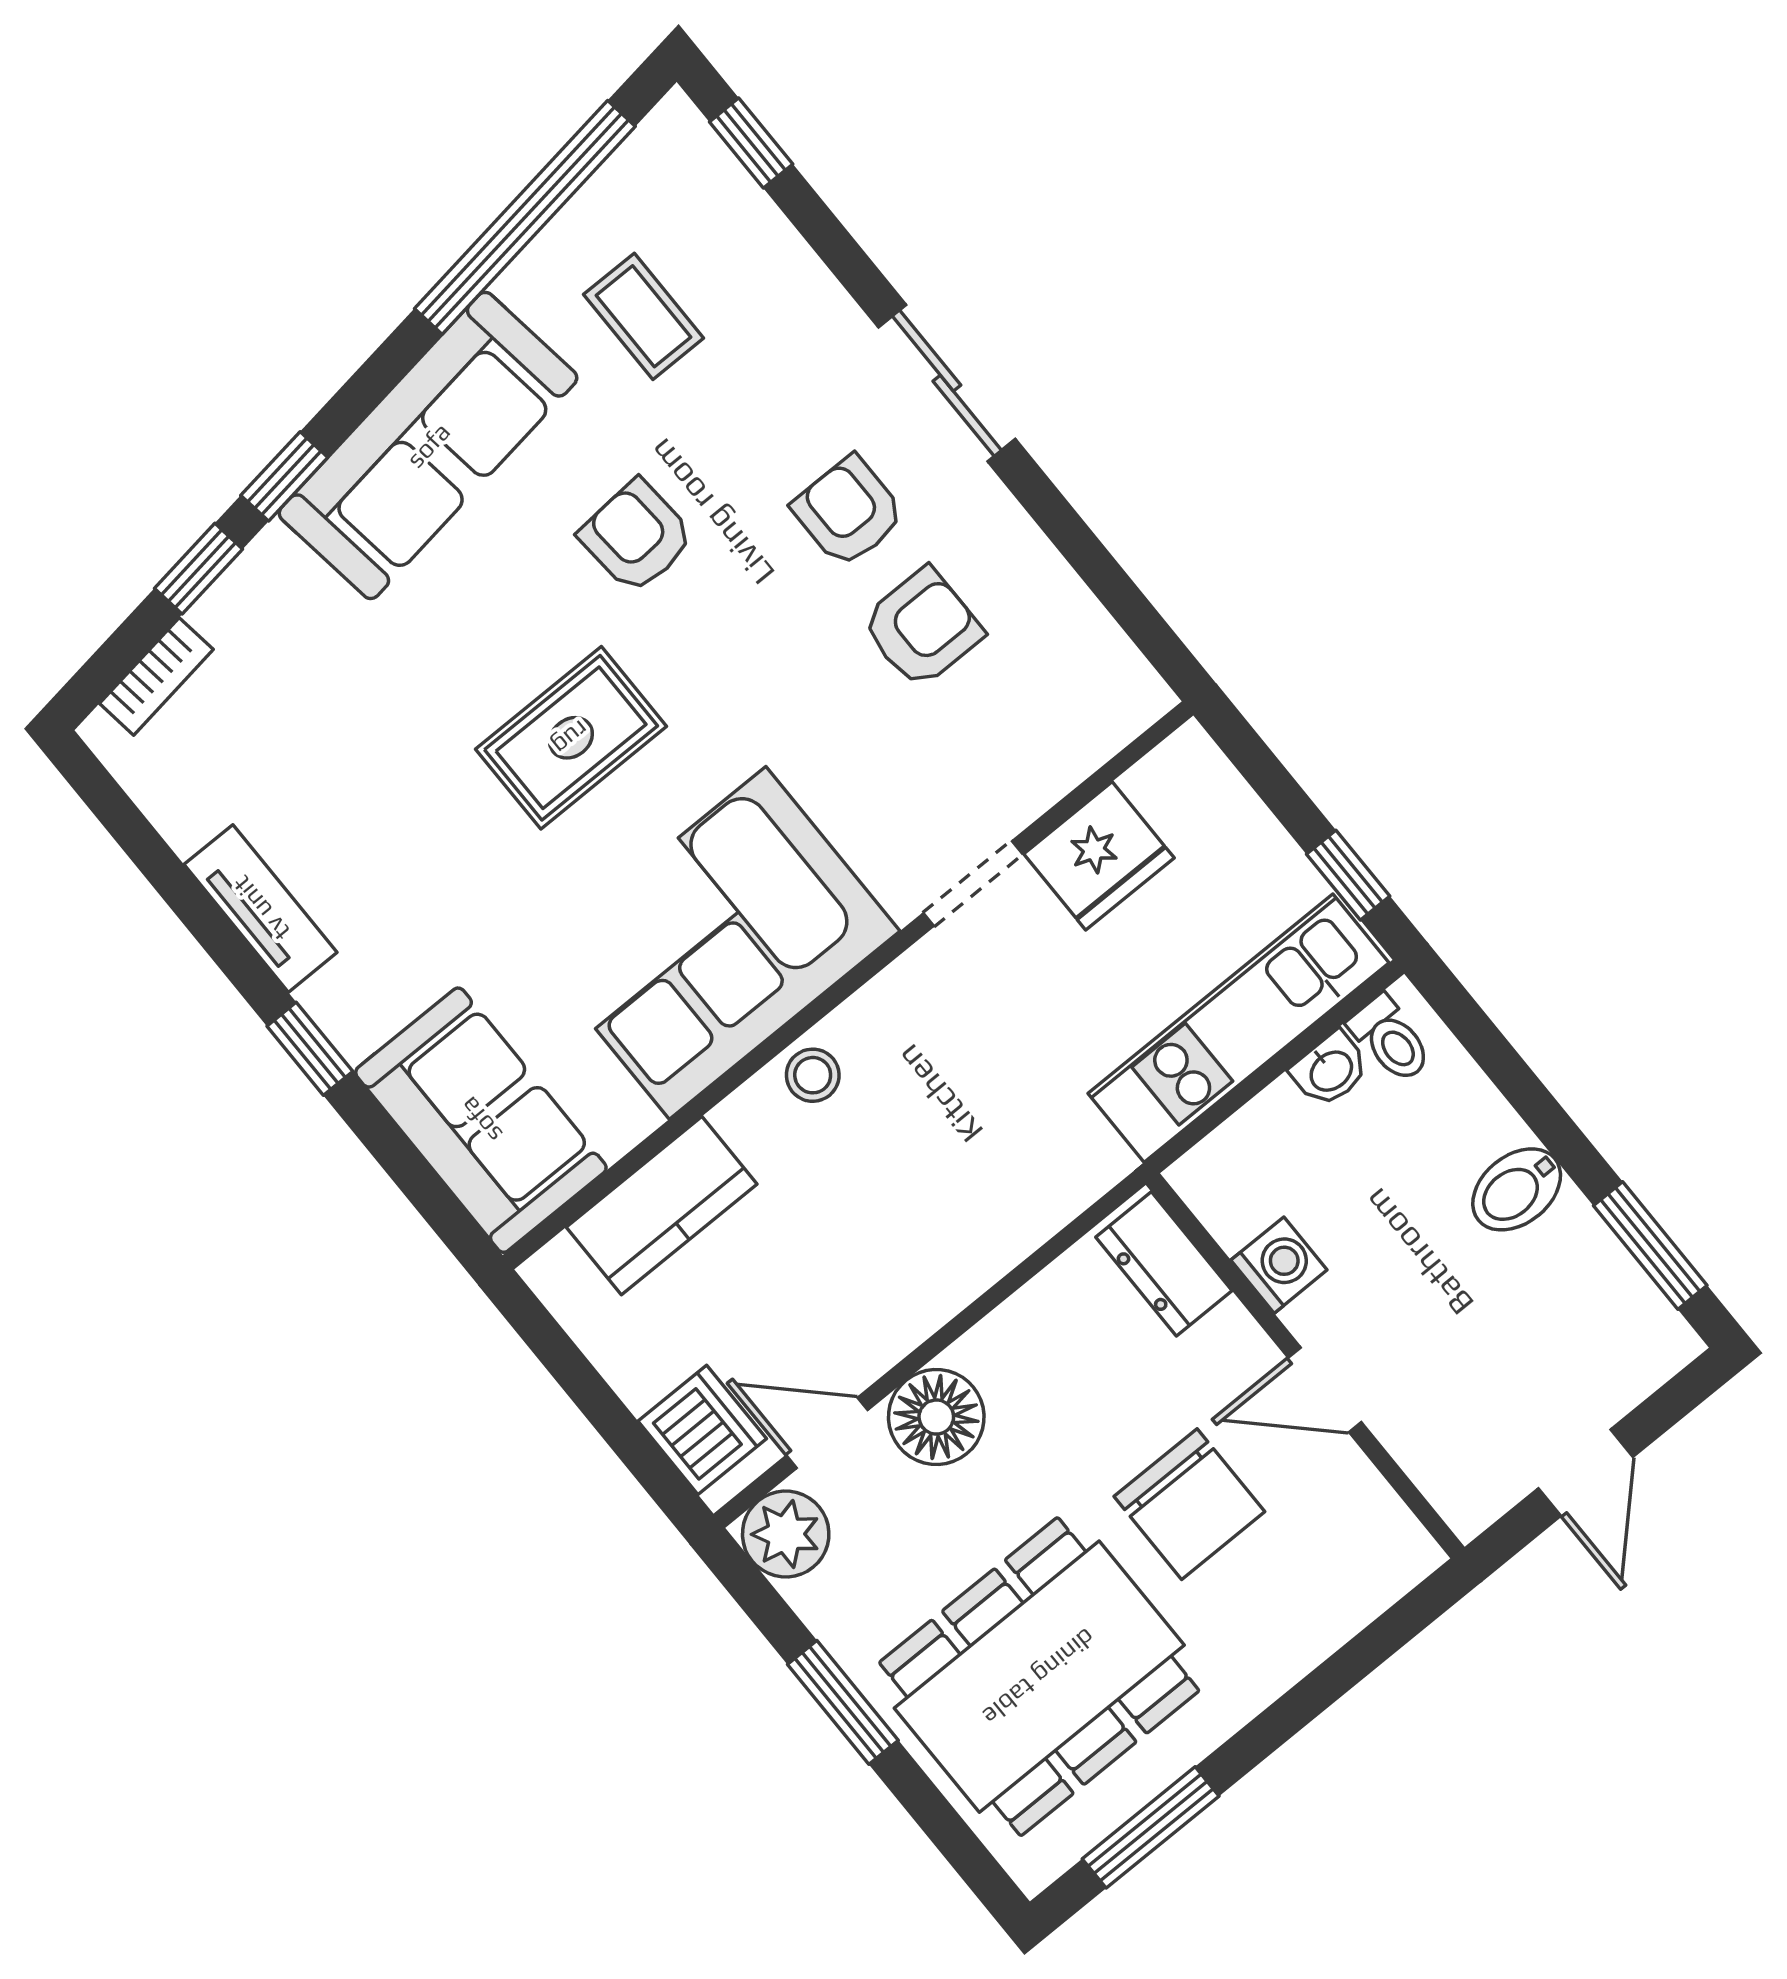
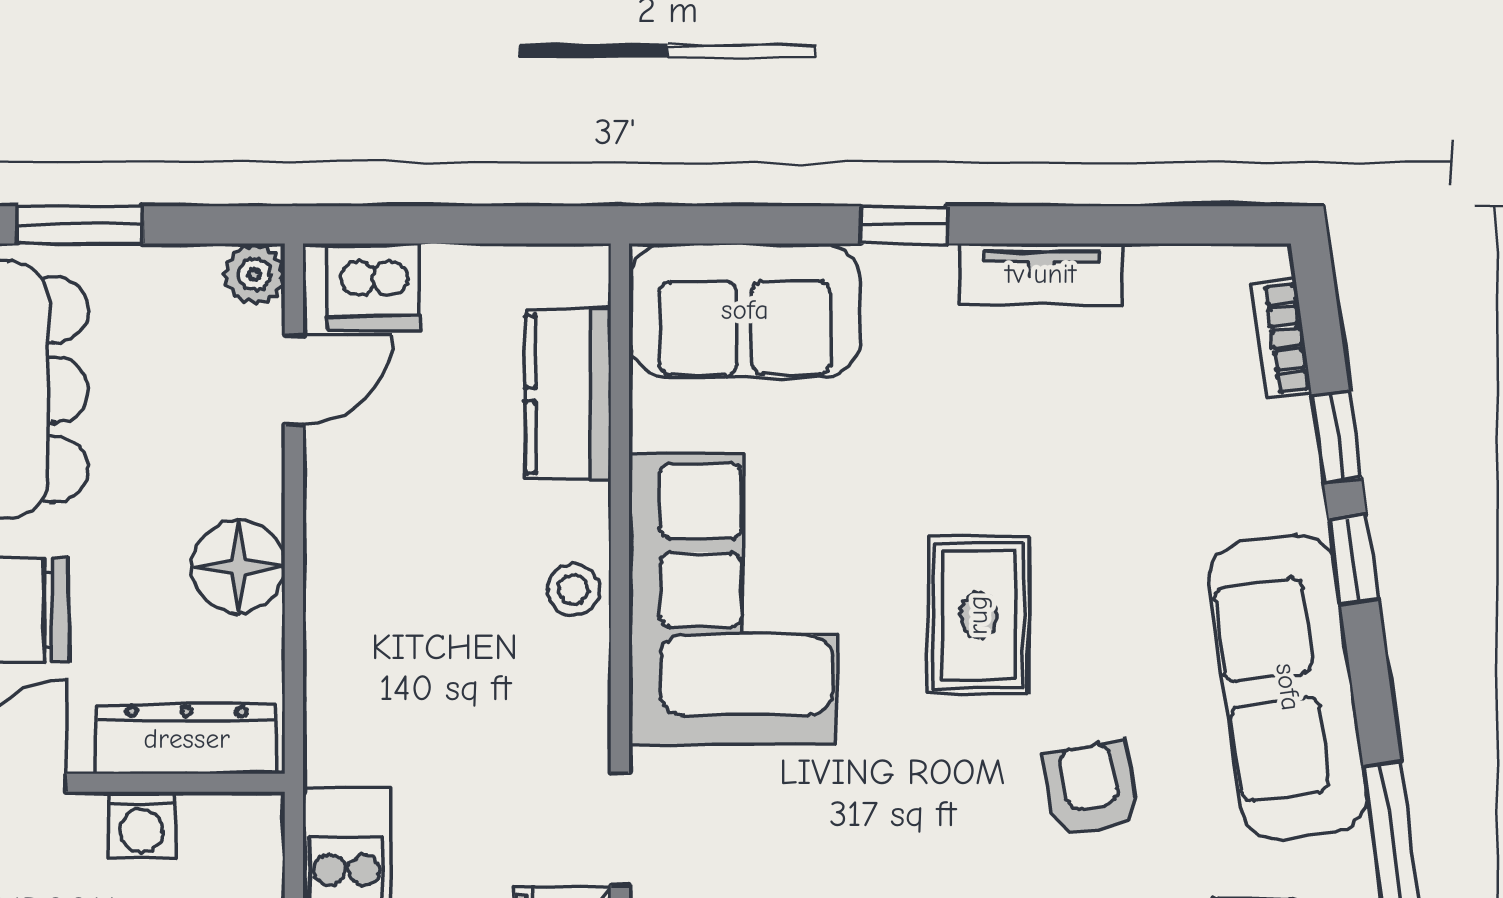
armchair: (637, 536) -> (1090, 789), turned -97
dresser: (1164, 1264) -> (187, 739), width x1.44
floor lamp: (936, 1417) -> (238, 567), moved
plant: (786, 1534) -> (254, 274), width x0.73, depth x0.73

